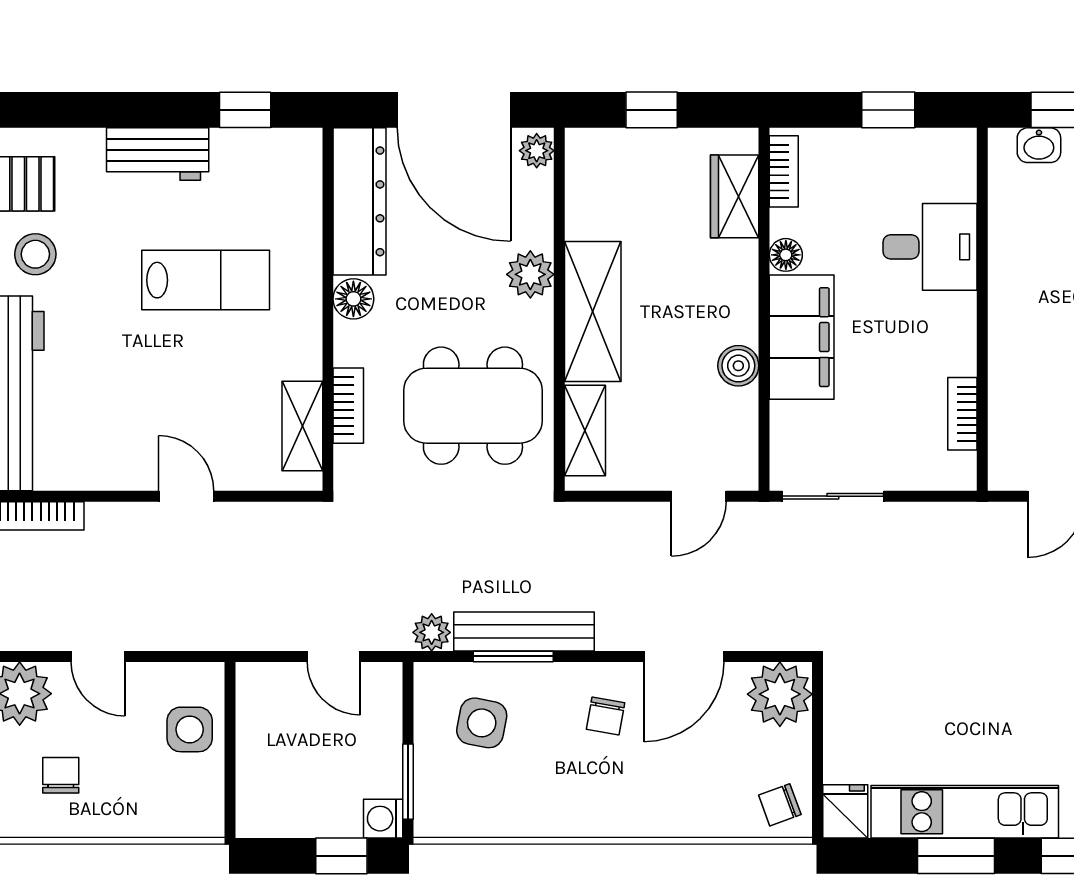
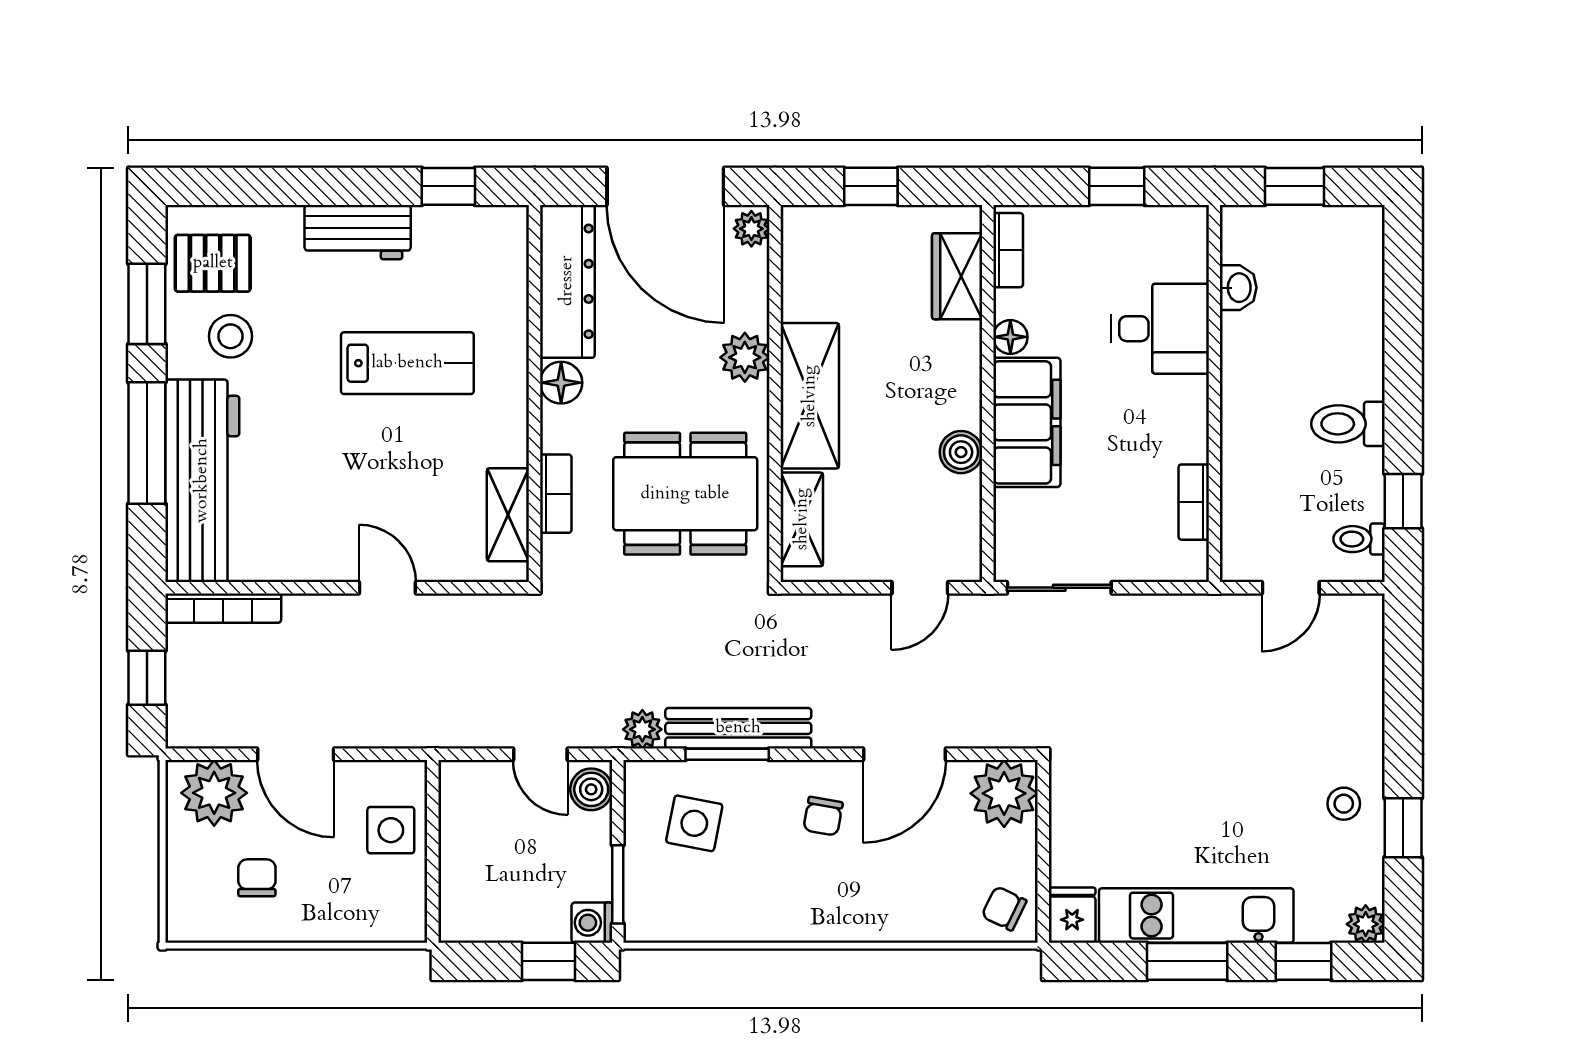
washbasin: (1039, 145) -> (1238, 288), moved, turned -90
door: (98, 656) -> (296, 754), width x1.38
boiler: (382, 690) -> (591, 789), added
chair: (780, 805) -> (1004, 908), turned 46

